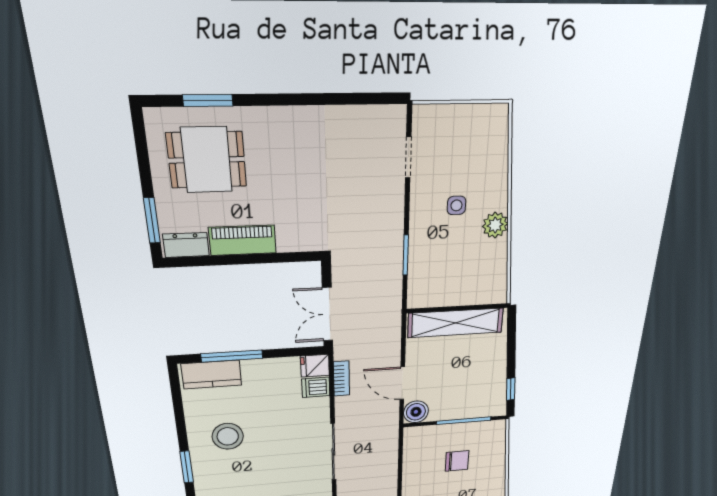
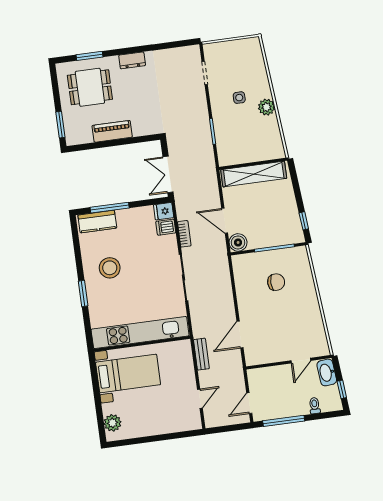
dresser: (186, 245) -> (132, 60), moved, turned 180
bookcase: (341, 379) -> (184, 234), moved

